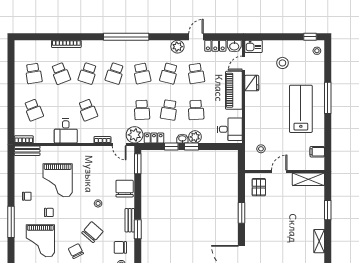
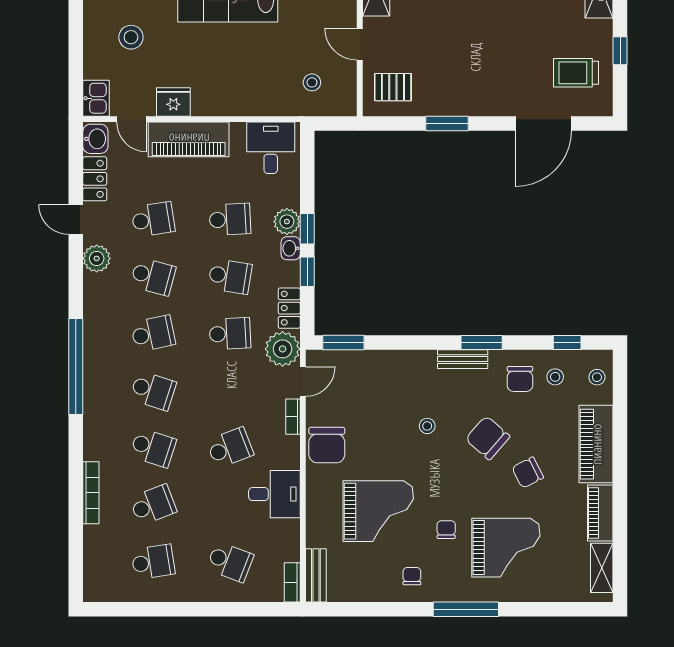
school desk: (34, 110) -> (230, 562), turned 42
chair: (125, 189) -> (327, 445), moved, turned -90

